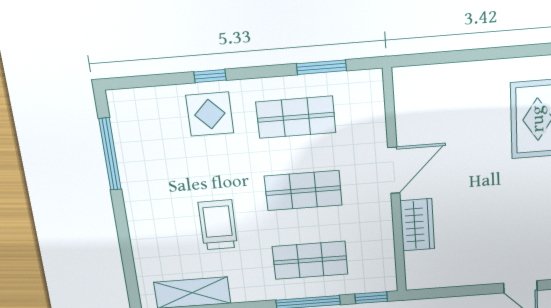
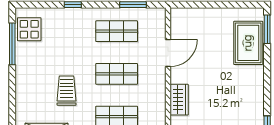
display table: (210, 114) -> (29, 29), moved
door: (394, 170) -> (168, 53), moved

